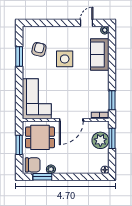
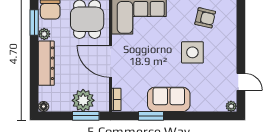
sofa: (100, 54) -> (169, 99), moved
window: (112, 100) -> (151, 116), moved
dresser: (73, 168) -> (46, 63), added

